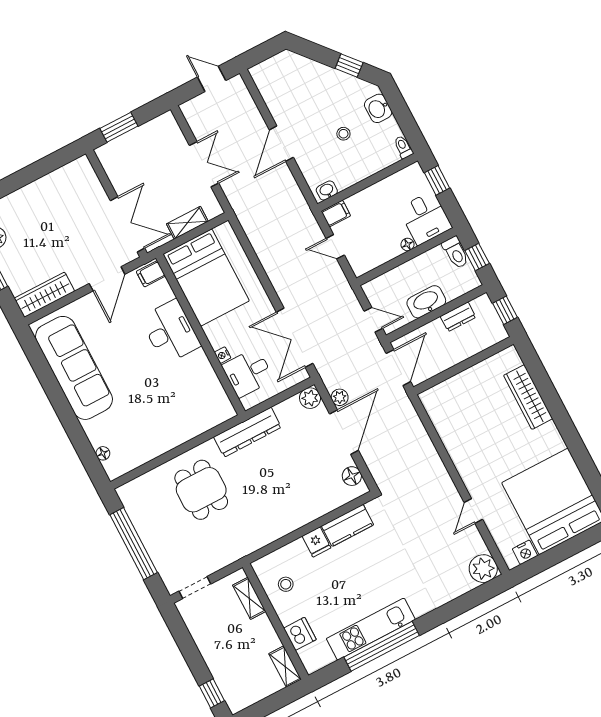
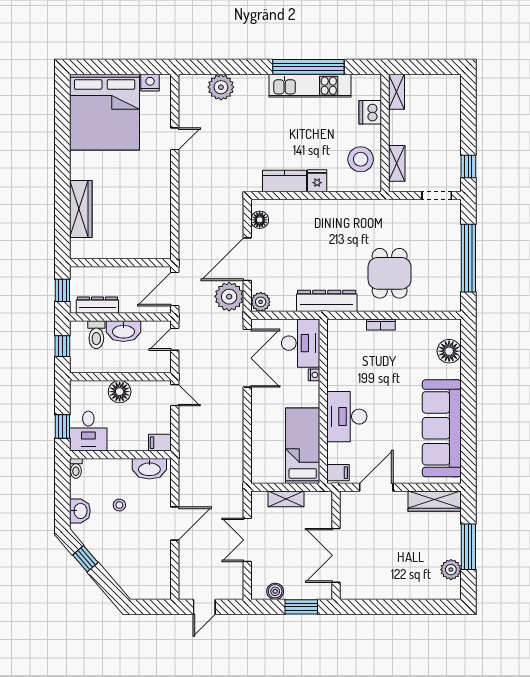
door: (212, 79) -> (204, 607), hinge flipped
boiler: (152, 129) -> (275, 591), added
washbasin: (327, 190) -> (149, 469), width x1.91, depth x1.45
desk: (425, 218) -> (88, 431), moved, turned 180
double door: (127, 224) -> (336, 555), moved
floor lamp: (408, 244) -> (120, 392), width x1.89, depth x1.89
door: (335, 247) -> (175, 395), moved
toilet: (456, 252) -> (96, 335), moved, turned 180
bed: (206, 278) -> (303, 446), width x0.67
dresser: (458, 317) -> (97, 305), width x1.44
door: (373, 320) -> (175, 339), hinge flipped
desk: (248, 372) -> (301, 343), width x1.37
plant: (340, 397) -> (229, 297), width x1.88, depth x1.88
bookcase: (184, 437) -> (381, 324), added
floor lamp: (103, 453) -> (449, 351), width x1.89, depth x1.89
plant: (483, 569) -> (221, 87), moved
stool: (286, 584) -> (361, 159), width x1.89, depth x1.89
window: (212, 693) -> (468, 166), moved

